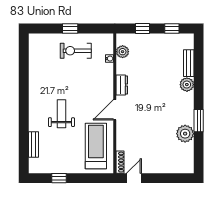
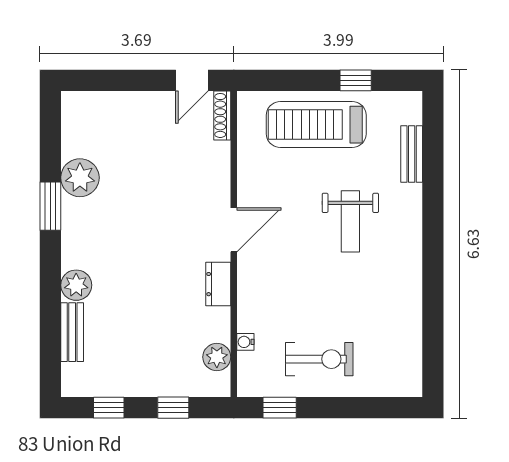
window: (70, 29) -> (280, 408), moved
treadmill: (96, 146) -> (316, 125), moved, turned 90

